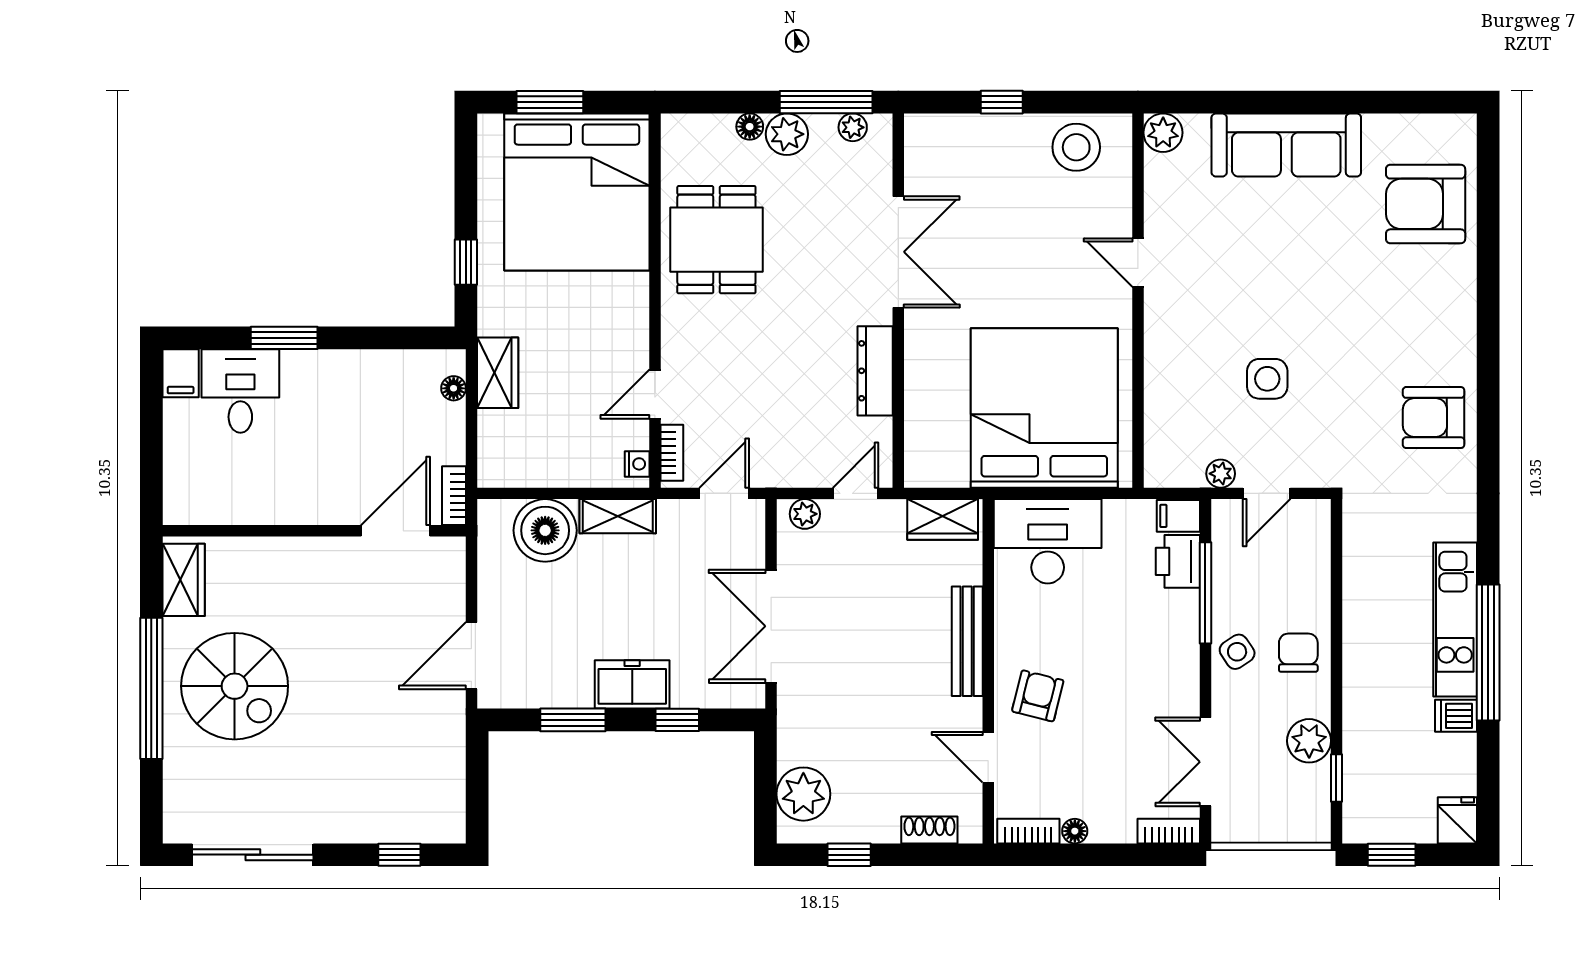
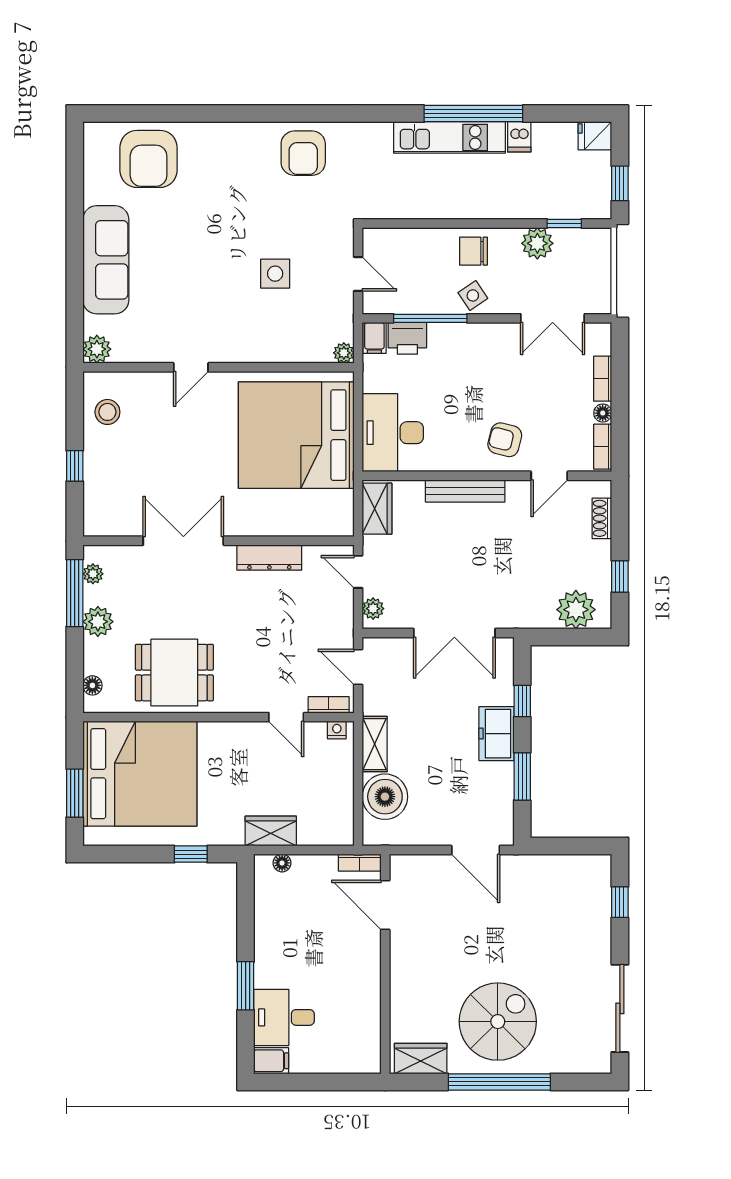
floor lamp: (750, 127) -> (92, 685), moved
stool: (1076, 147) -> (107, 412), width x0.73, depth x0.73
plant: (1221, 474) -> (344, 353), moved
bookcase: (1169, 831) -> (603, 379), moved

